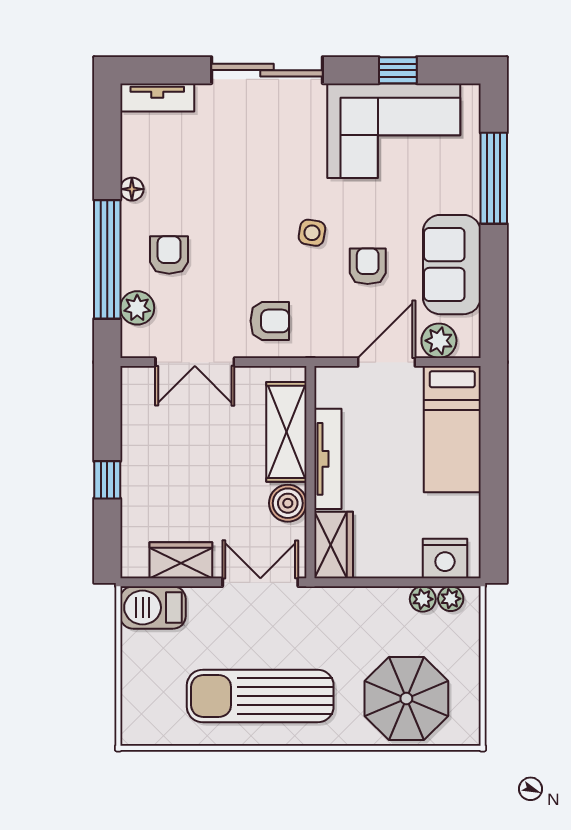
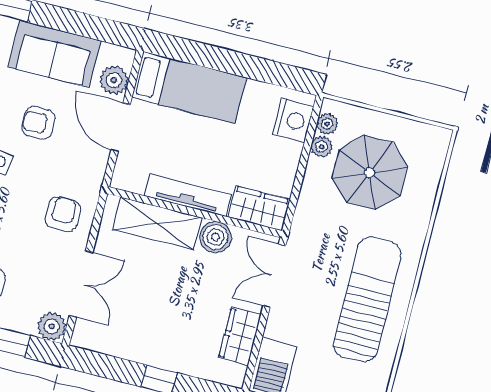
plant: (137, 308) -> (52, 326), moved
sun lounger: (260, 696) -> (367, 299), turned 180
parasol: (406, 699) -> (370, 173), moved

